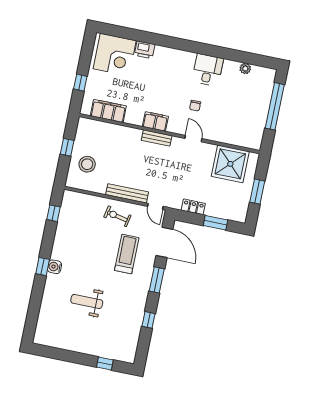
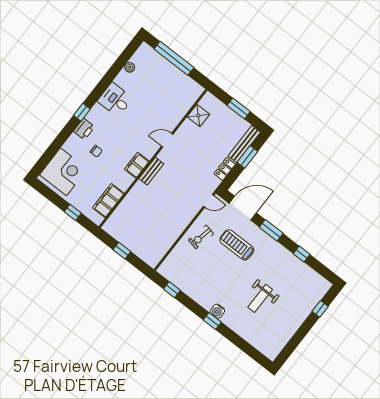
window: (180, 44) -> (82, 112), added
printer: (145, 50) -> (84, 129), moved
chair: (195, 106) -> (96, 151), moved
stool: (87, 164) -> (144, 241), removed
shower: (230, 164) -> (198, 115), width x0.54, depth x0.54
bench: (127, 193) -> (244, 144), moved

